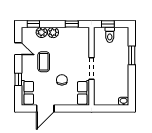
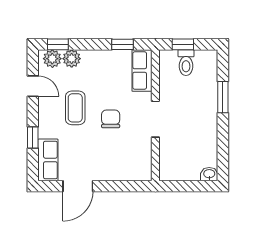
plant: (53, 32) -> (52, 59), moved
chair: (62, 80) -> (111, 119), moved
row of seats: (84, 93) -> (142, 70), moved

